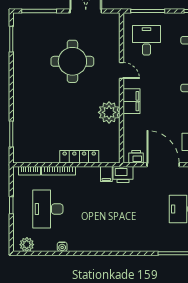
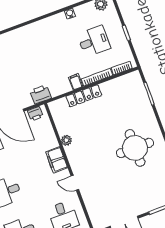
round table: (72, 61) -> (135, 148), moved
plant: (109, 112) -> (66, 140), width x0.53, depth x0.53
filing cabinet: (106, 174) -> (76, 82), moved
desk: (48, 209) -> (94, 41), width x0.73

